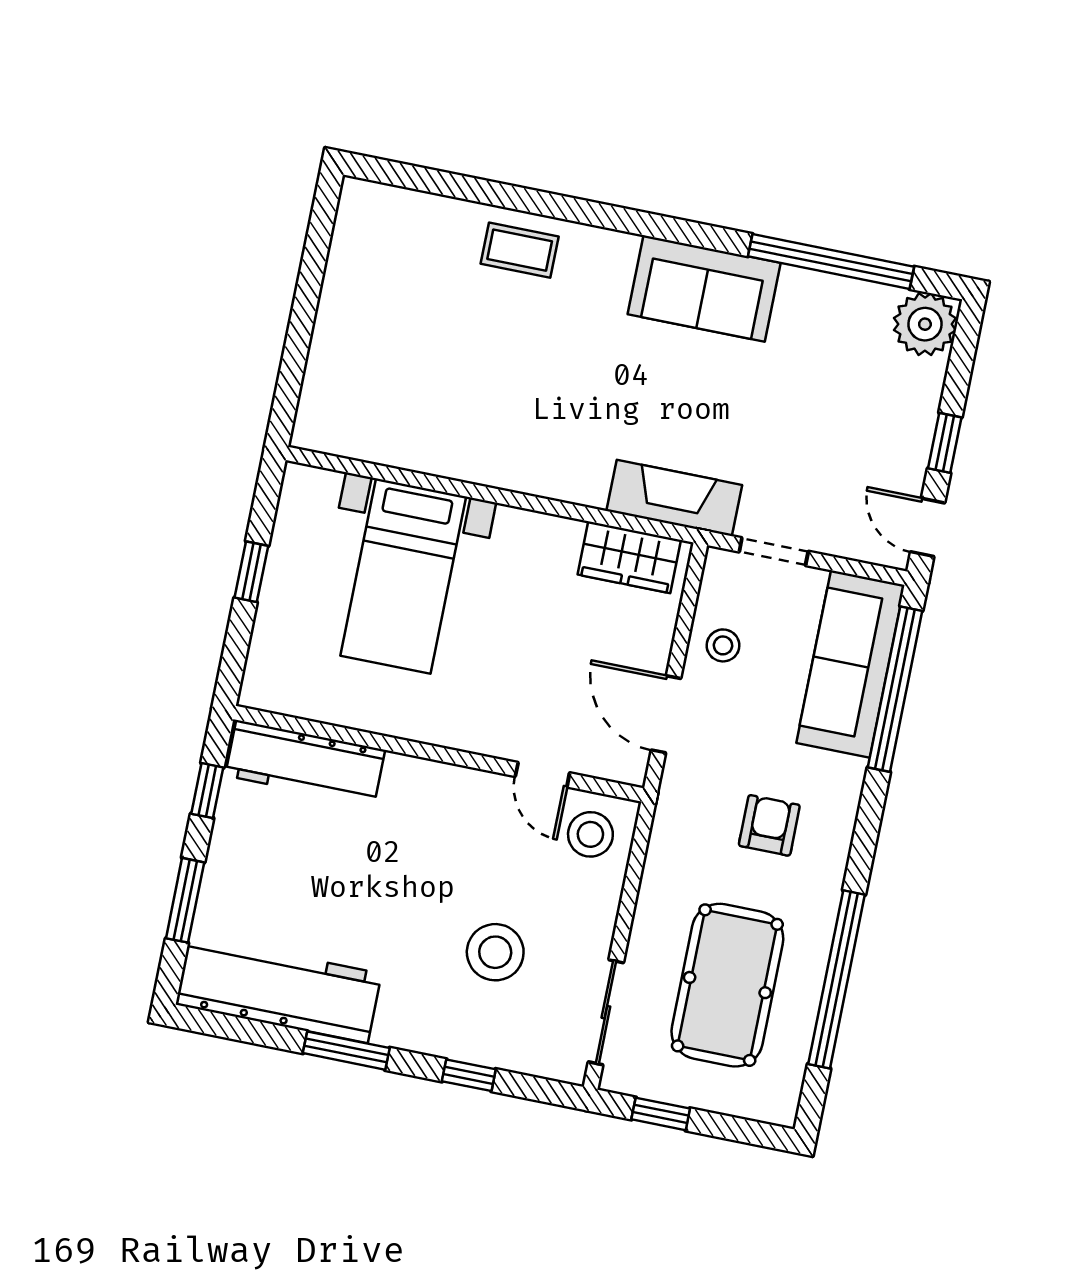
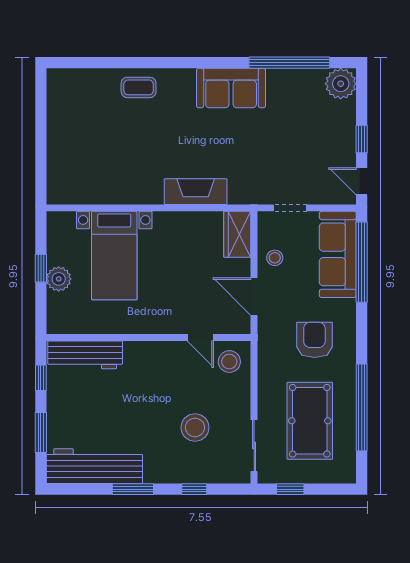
fireplace: (674, 498) -> (196, 192), moved
wardrobe: (629, 557) -> (237, 234), moved, turned 90
plant: (283, 601) -> (59, 279), added
armchair: (769, 825) -> (314, 340), width x1.38, depth x1.38

